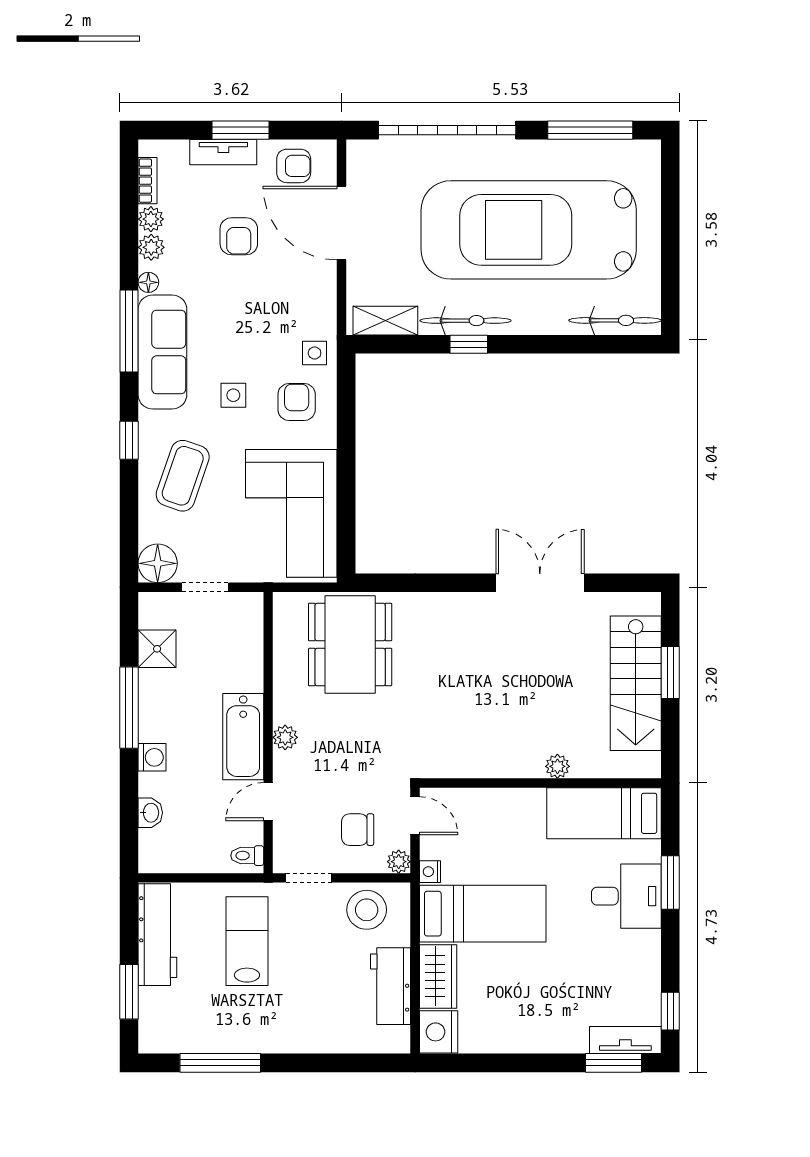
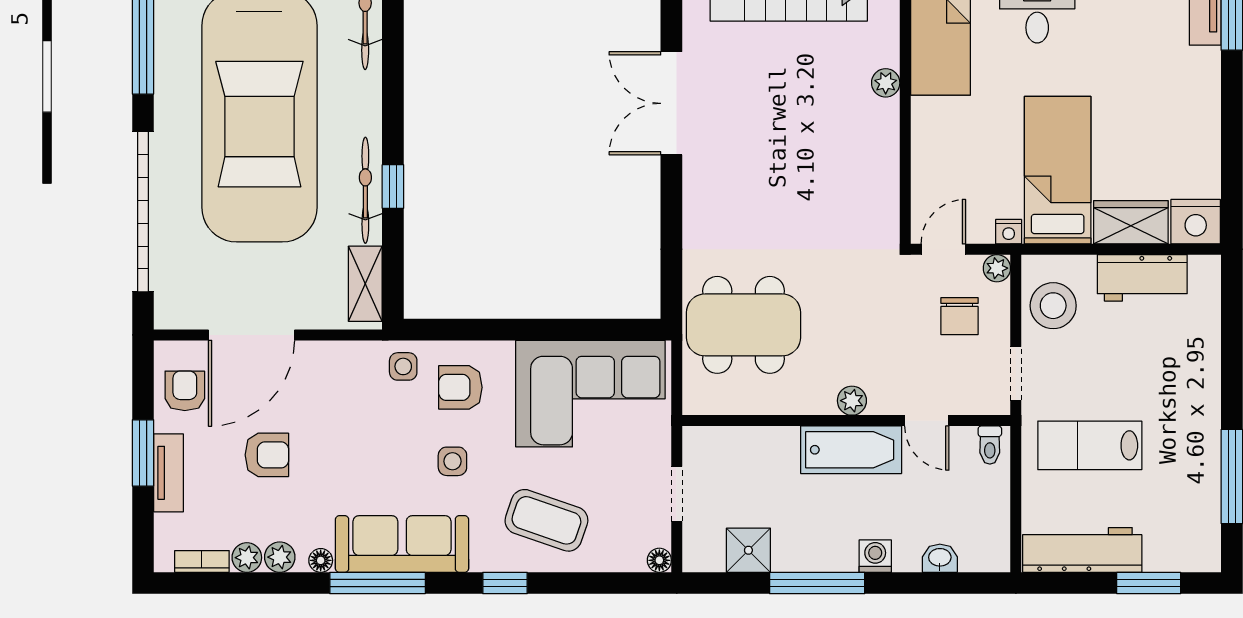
floor lamp: (158, 563) -> (659, 560), width x0.53, depth x0.53

